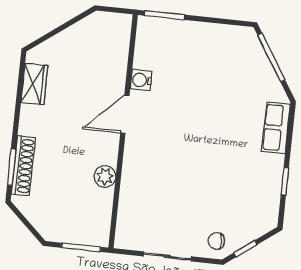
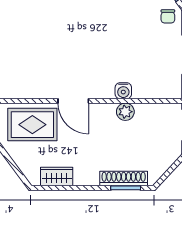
rug: (101, 61) -> (32, 125), added
water cooler: (141, 80) -> (123, 91), moved

